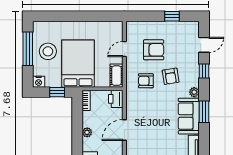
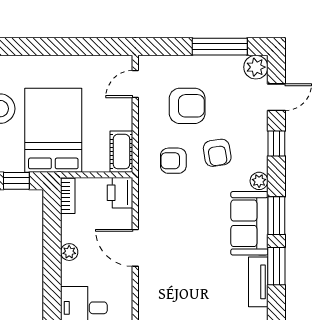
window: (172, 16) -> (220, 47), width x2.17
plant: (192, 28) -> (256, 67), added
door: (124, 49) -> (135, 84), moved
door: (124, 130) -> (135, 248), hinge flipped
window: (204, 140) -> (276, 266), added

